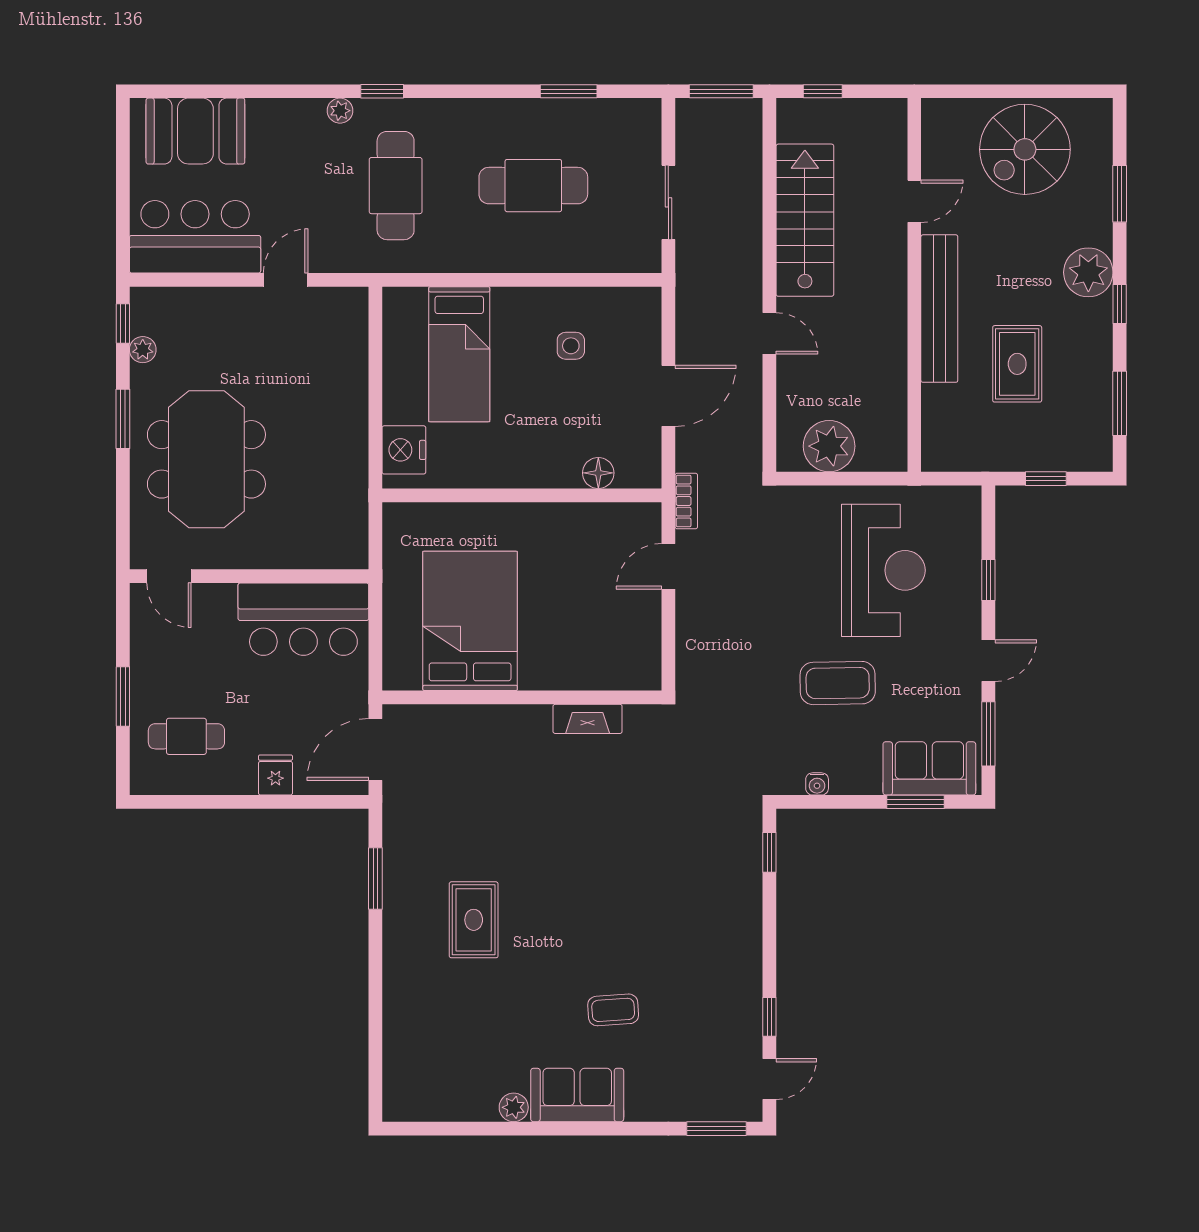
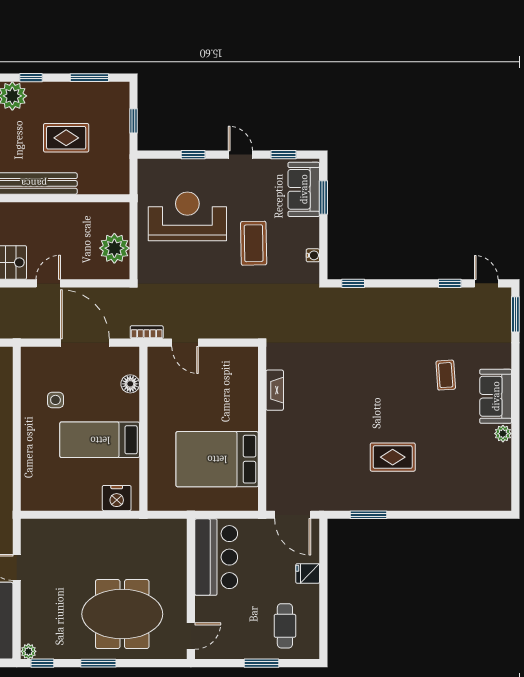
plant: (143, 350) -> (28, 651), moved
bed: (459, 354) -> (100, 440), moved, turned 180
door: (668, 396) -> (85, 343), width x1.36
window: (988, 734) -> (284, 155), width x0.67

